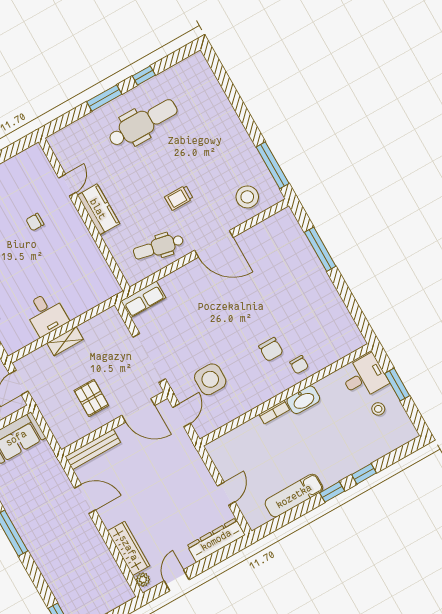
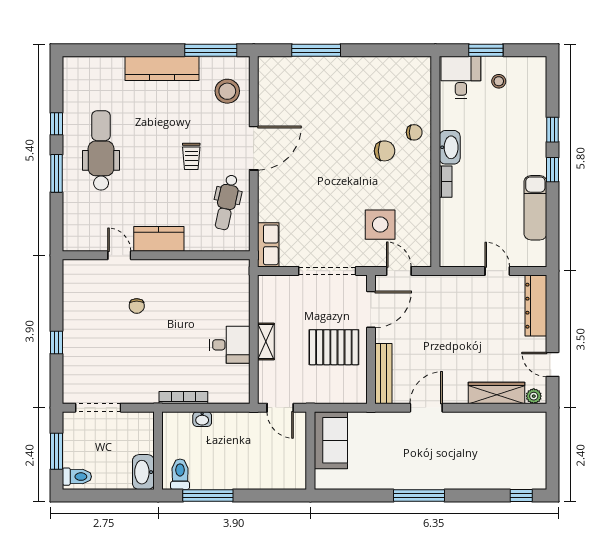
kitchen counter: (236, 135) -> (162, 68), added
pallet: (91, 398) -> (334, 347), width x1.50, depth x1.42

